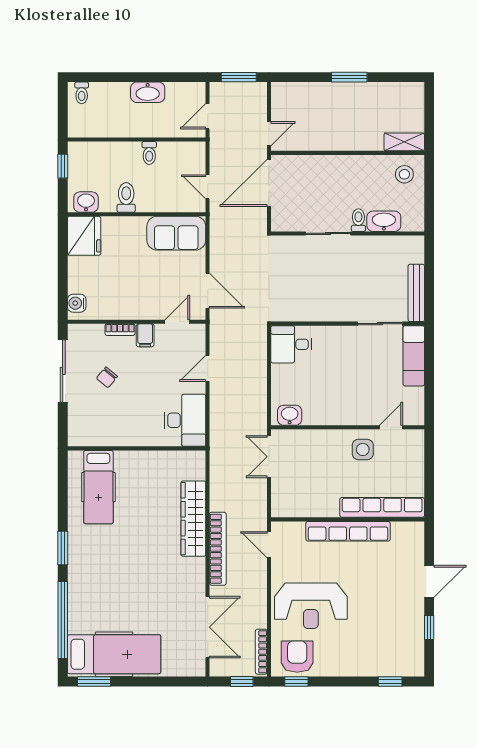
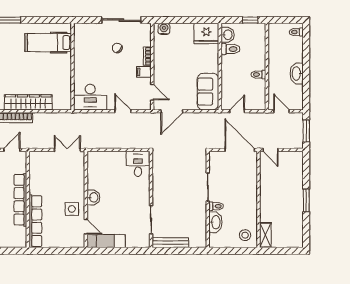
toilet: (126, 197) -> (230, 49), moved
exam couch: (414, 356) -> (106, 241), moved
washbasin: (290, 415) -> (93, 197), moved

